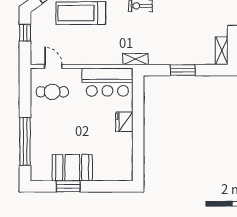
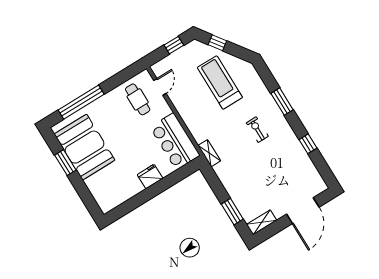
window: (183, 70) -> (232, 212), moved
booth: (72, 168) -> (85, 147), width x1.36, depth x1.42

